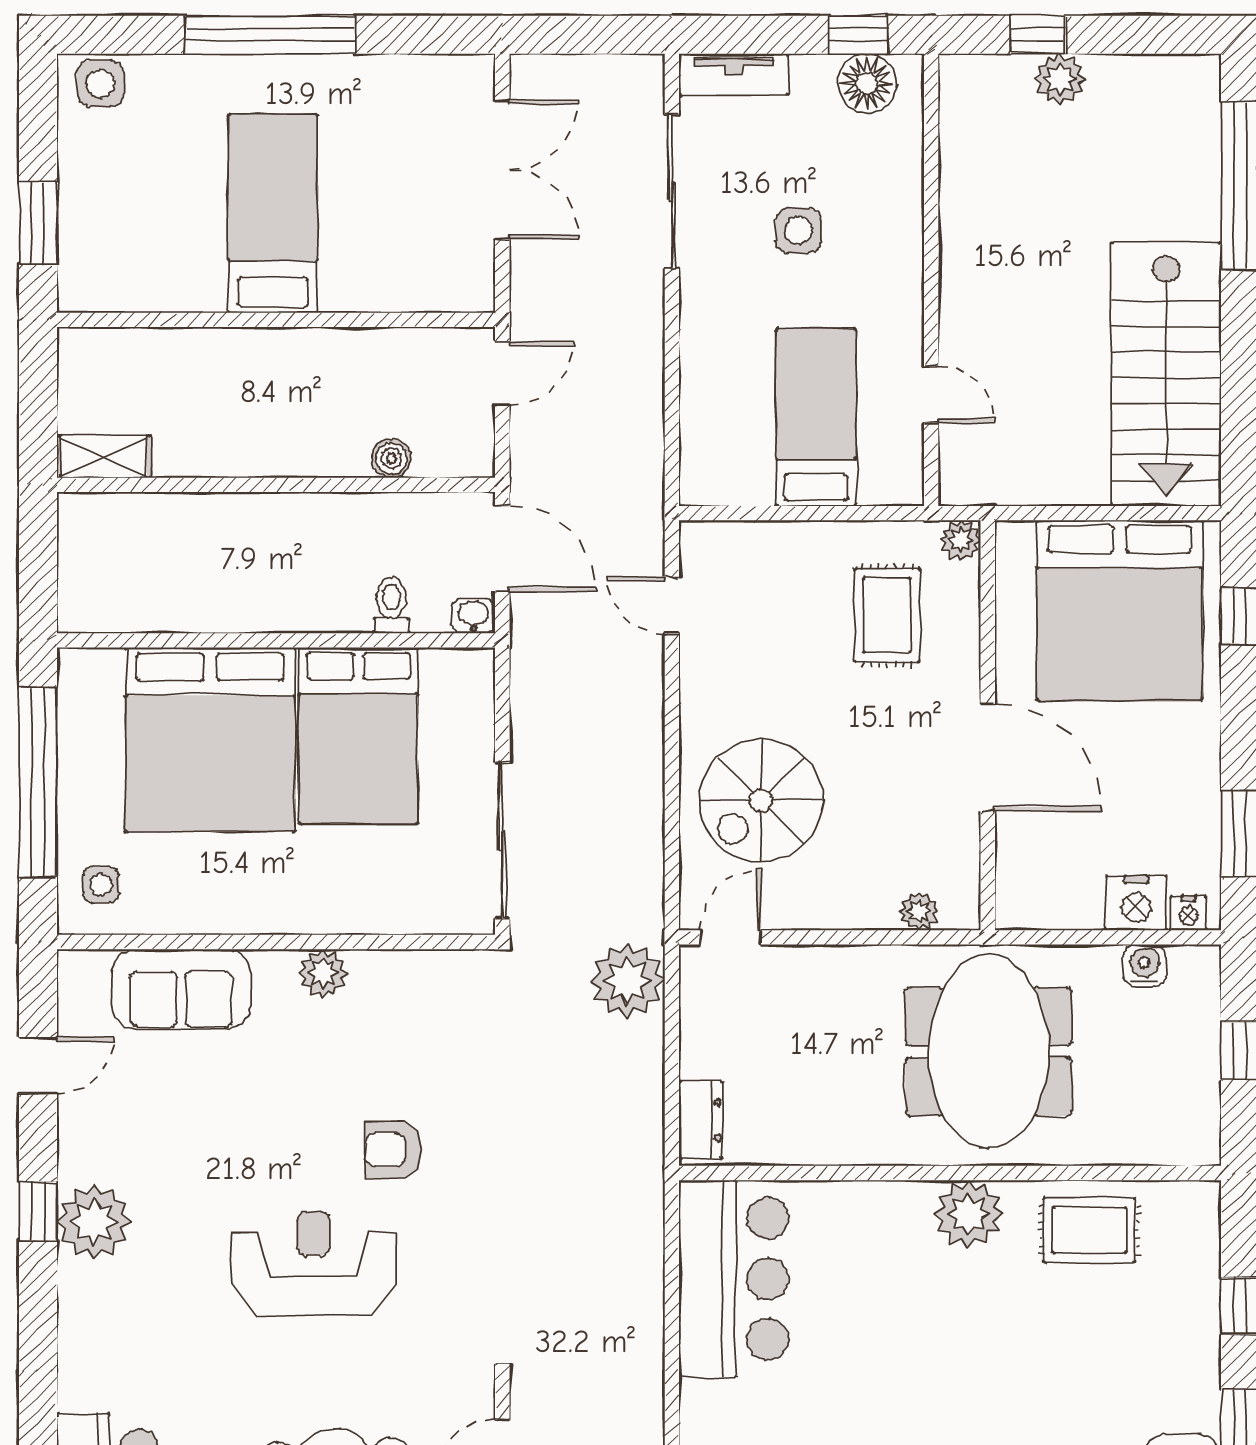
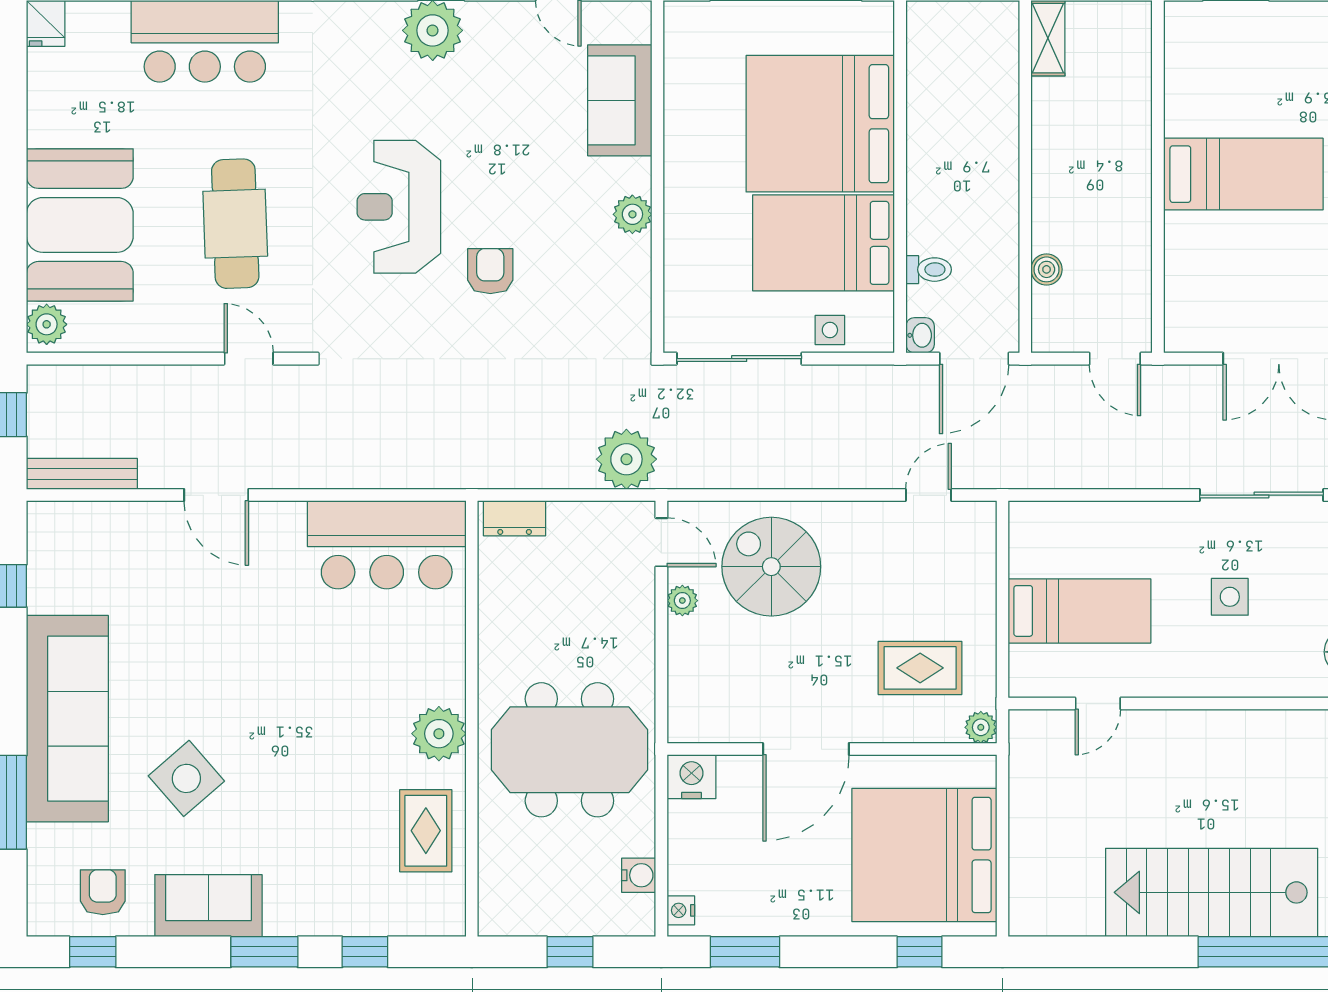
stairs: (1166, 374) -> (1212, 892), moved
side table: (101, 885) -> (830, 330), moved
nightstand: (1136, 903) -> (691, 777), moved, turned 90
plant: (919, 911) -> (682, 601), moved
reception desk: (313, 1264) -> (399, 207), turned 180

